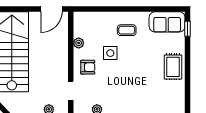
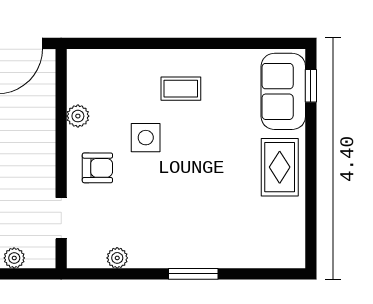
sofa: (167, 22) -> (283, 91), moved, turned 90

